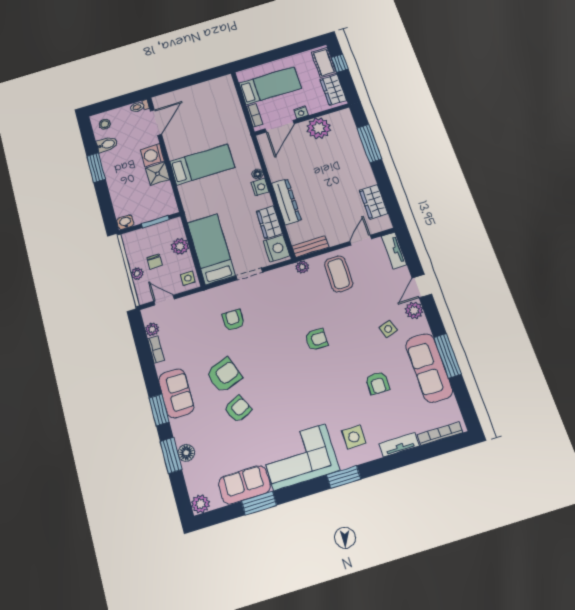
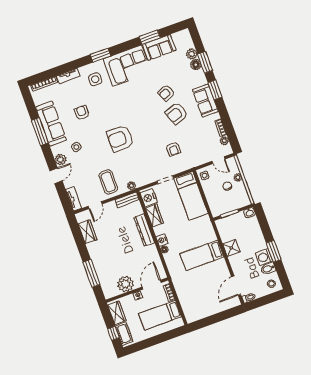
washing machine: (152, 155) -> (264, 257), moved, turned 180
plant: (180, 246) -> (212, 197), removed
armchair: (317, 339) -> (120, 139), width x1.88, depth x1.88
plant: (200, 504) -> (192, 54), moved

